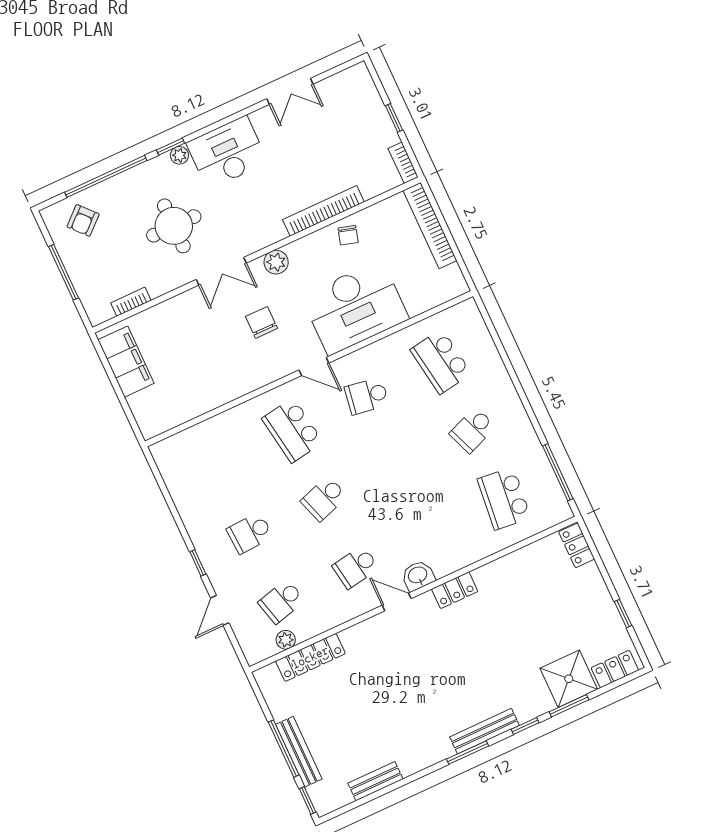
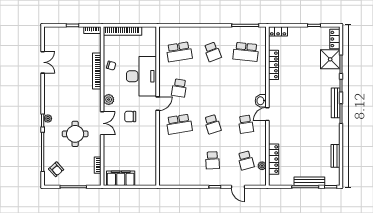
desk: (227, 153) -> (56, 99), removed
locker: (455, 590) -> (274, 65), moved, width x1.53

